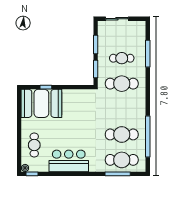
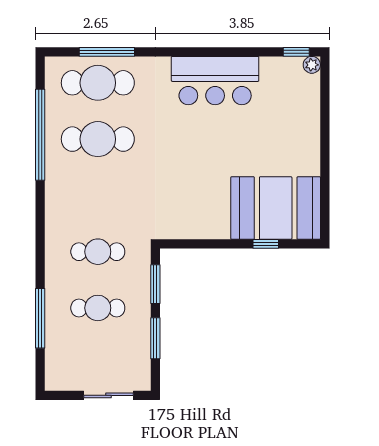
cafe table: (122, 84) -> (98, 252), width x0.73, depth x0.74
cafe table: (34, 145) -> (291, 116), removed

